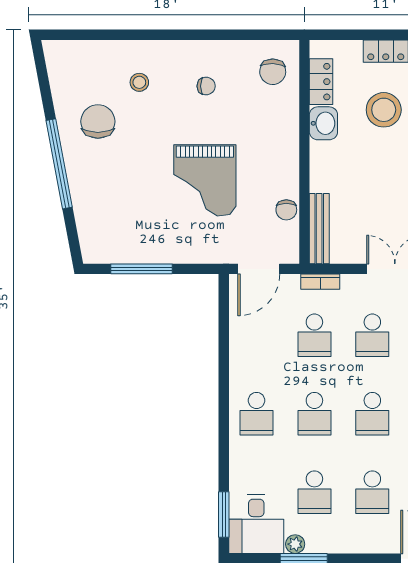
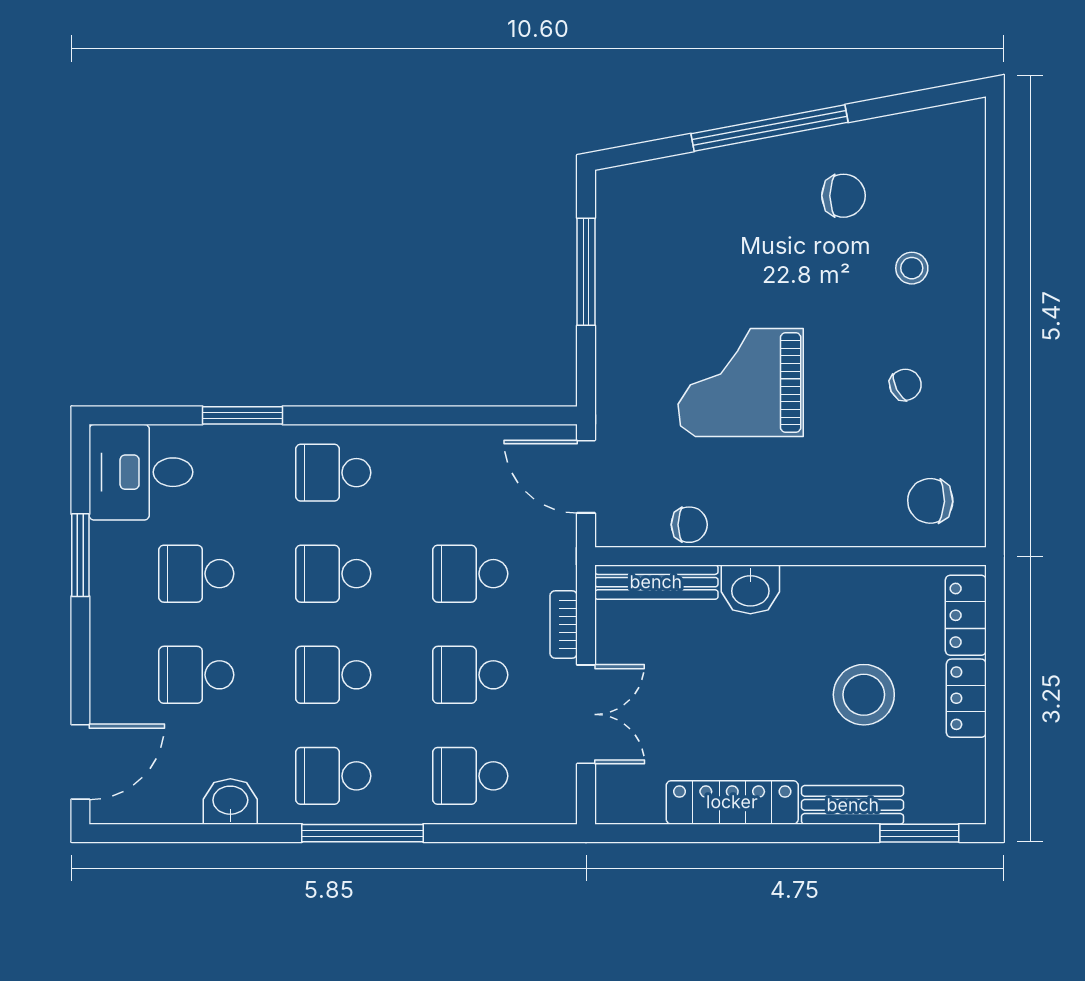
locker: (321, 82) -> (966, 615), moved, turned 90
chair: (206, 86) -> (905, 385), turned -117
chair: (98, 121) -> (843, 196), width x0.73, depth x0.73
washbasin: (323, 123) -> (750, 589), moved
chair: (286, 210) -> (689, 525), turned 180
bookcase: (320, 282) -> (564, 624), moved
window: (224, 515) -> (242, 415), moved
plant: (295, 544) -> (106, 540), removed

